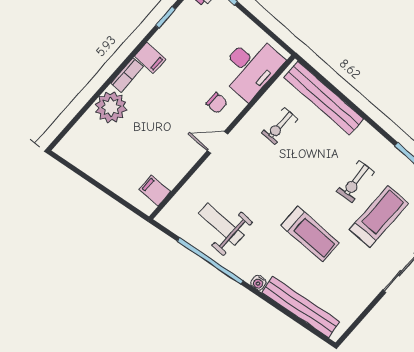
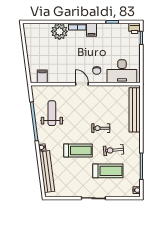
exercise bike: (280, 126) -> (101, 128), moved
treadmill: (310, 234) -> (78, 151), turned -90

